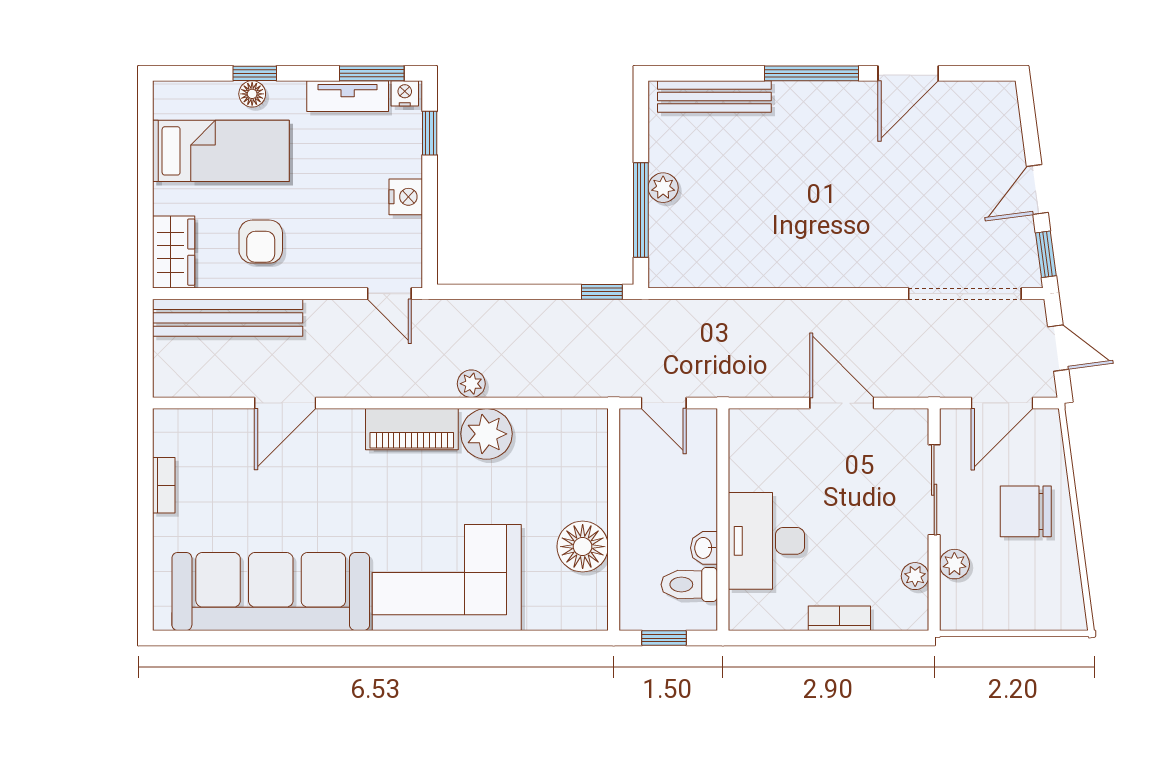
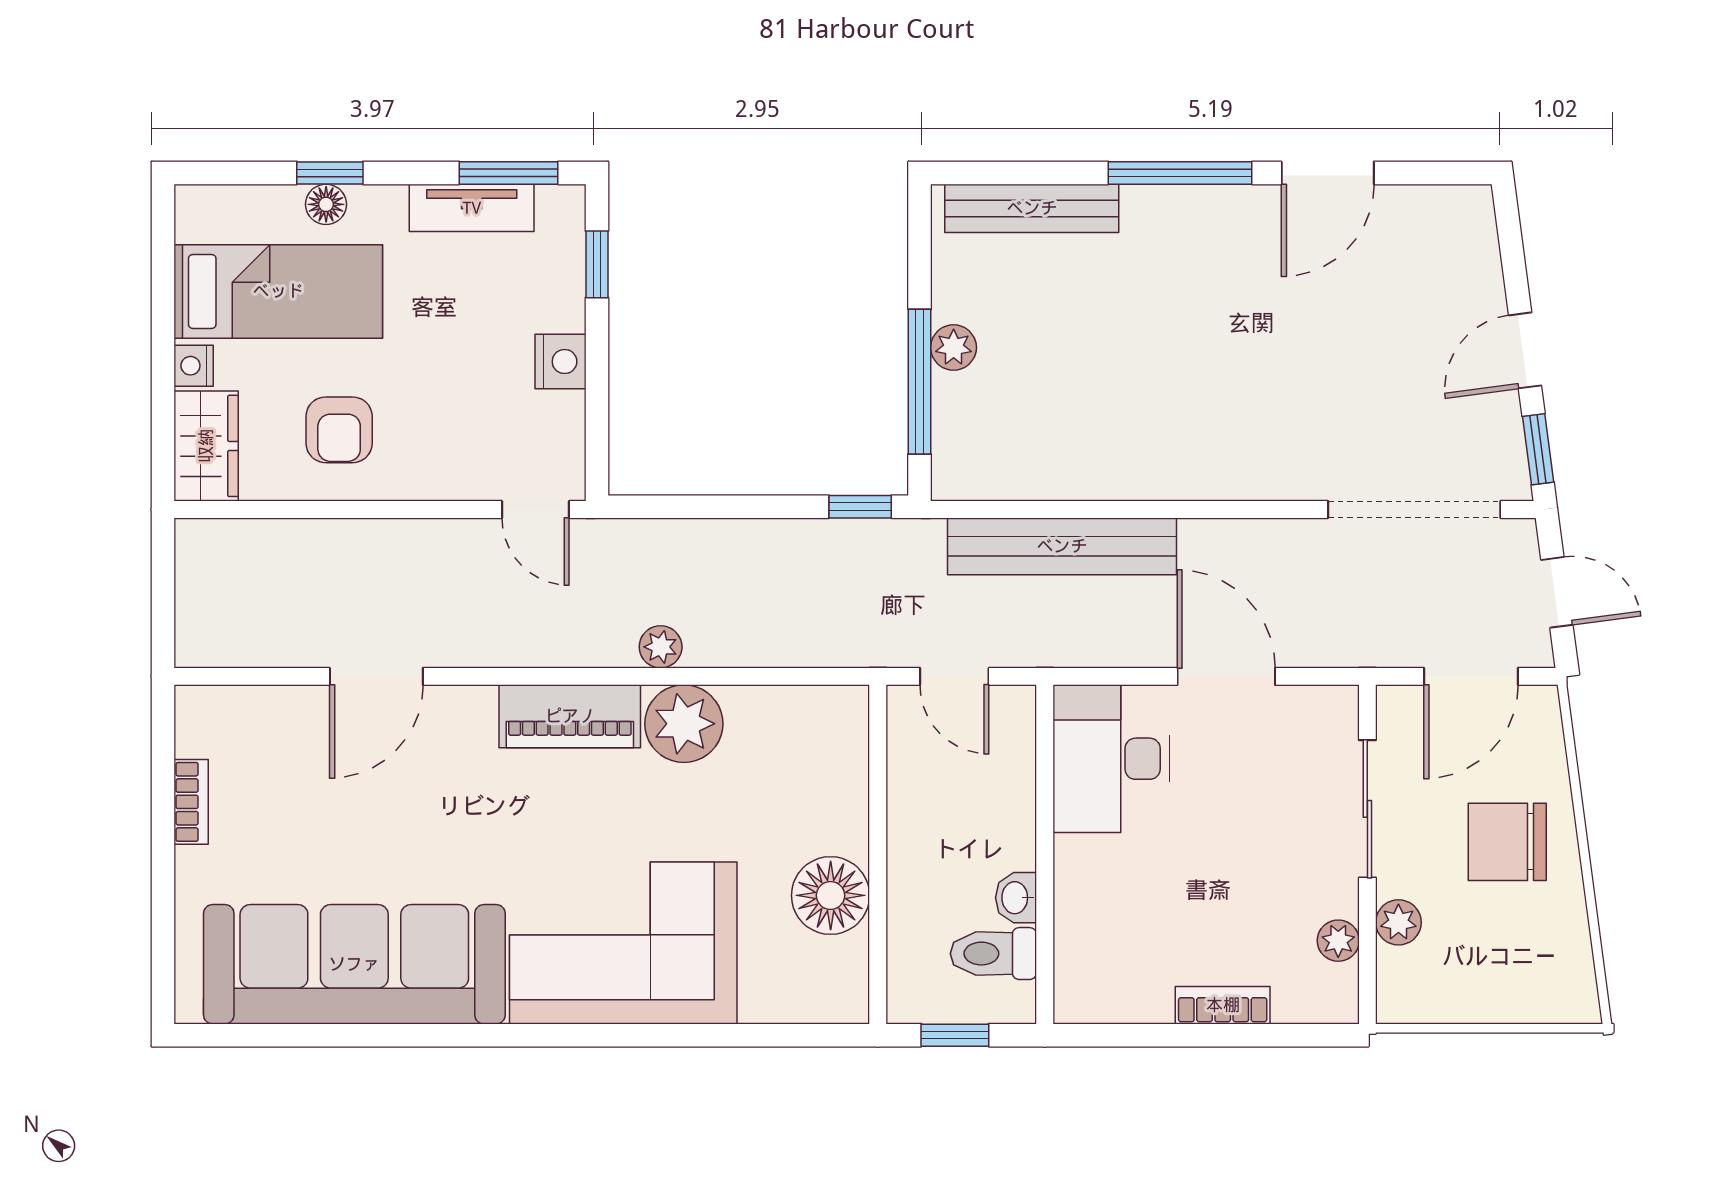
nightstand: (405, 93) -> (194, 366), moved, turned -90
bench: (228, 318) -> (1062, 546), moved
desk: (766, 541) -> (1111, 759), moved

